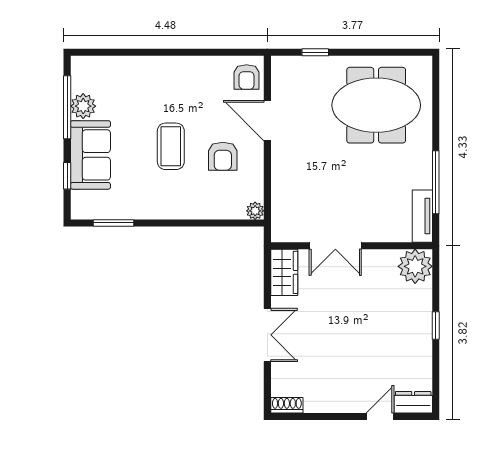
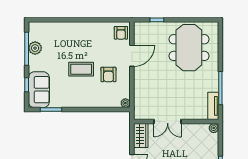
meeting table: (376, 105) -> (189, 48), turned 90
door: (267, 121) -> (132, 56), swing flipped
coffee table: (171, 146) -> (81, 69), turned 90
sofa: (90, 155) -> (39, 90), moved
plant: (415, 266) -> (214, 128), width x0.53, depth x0.53

